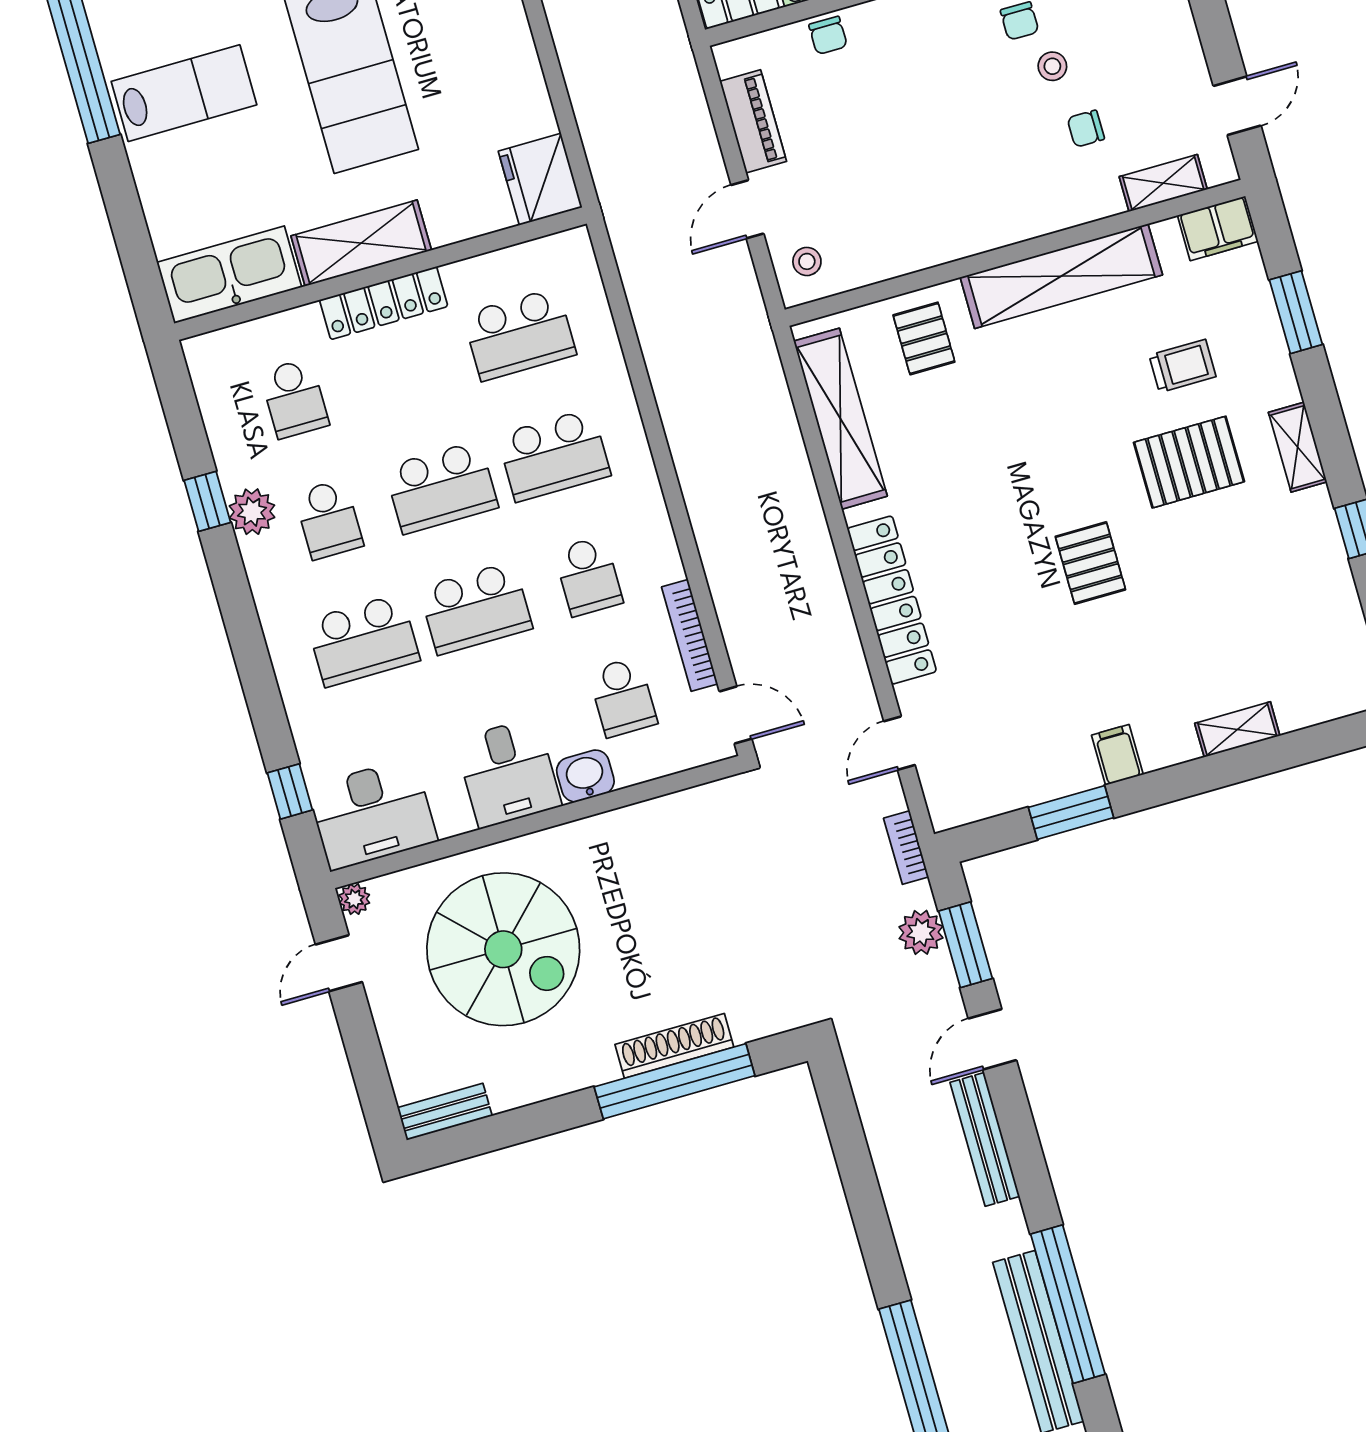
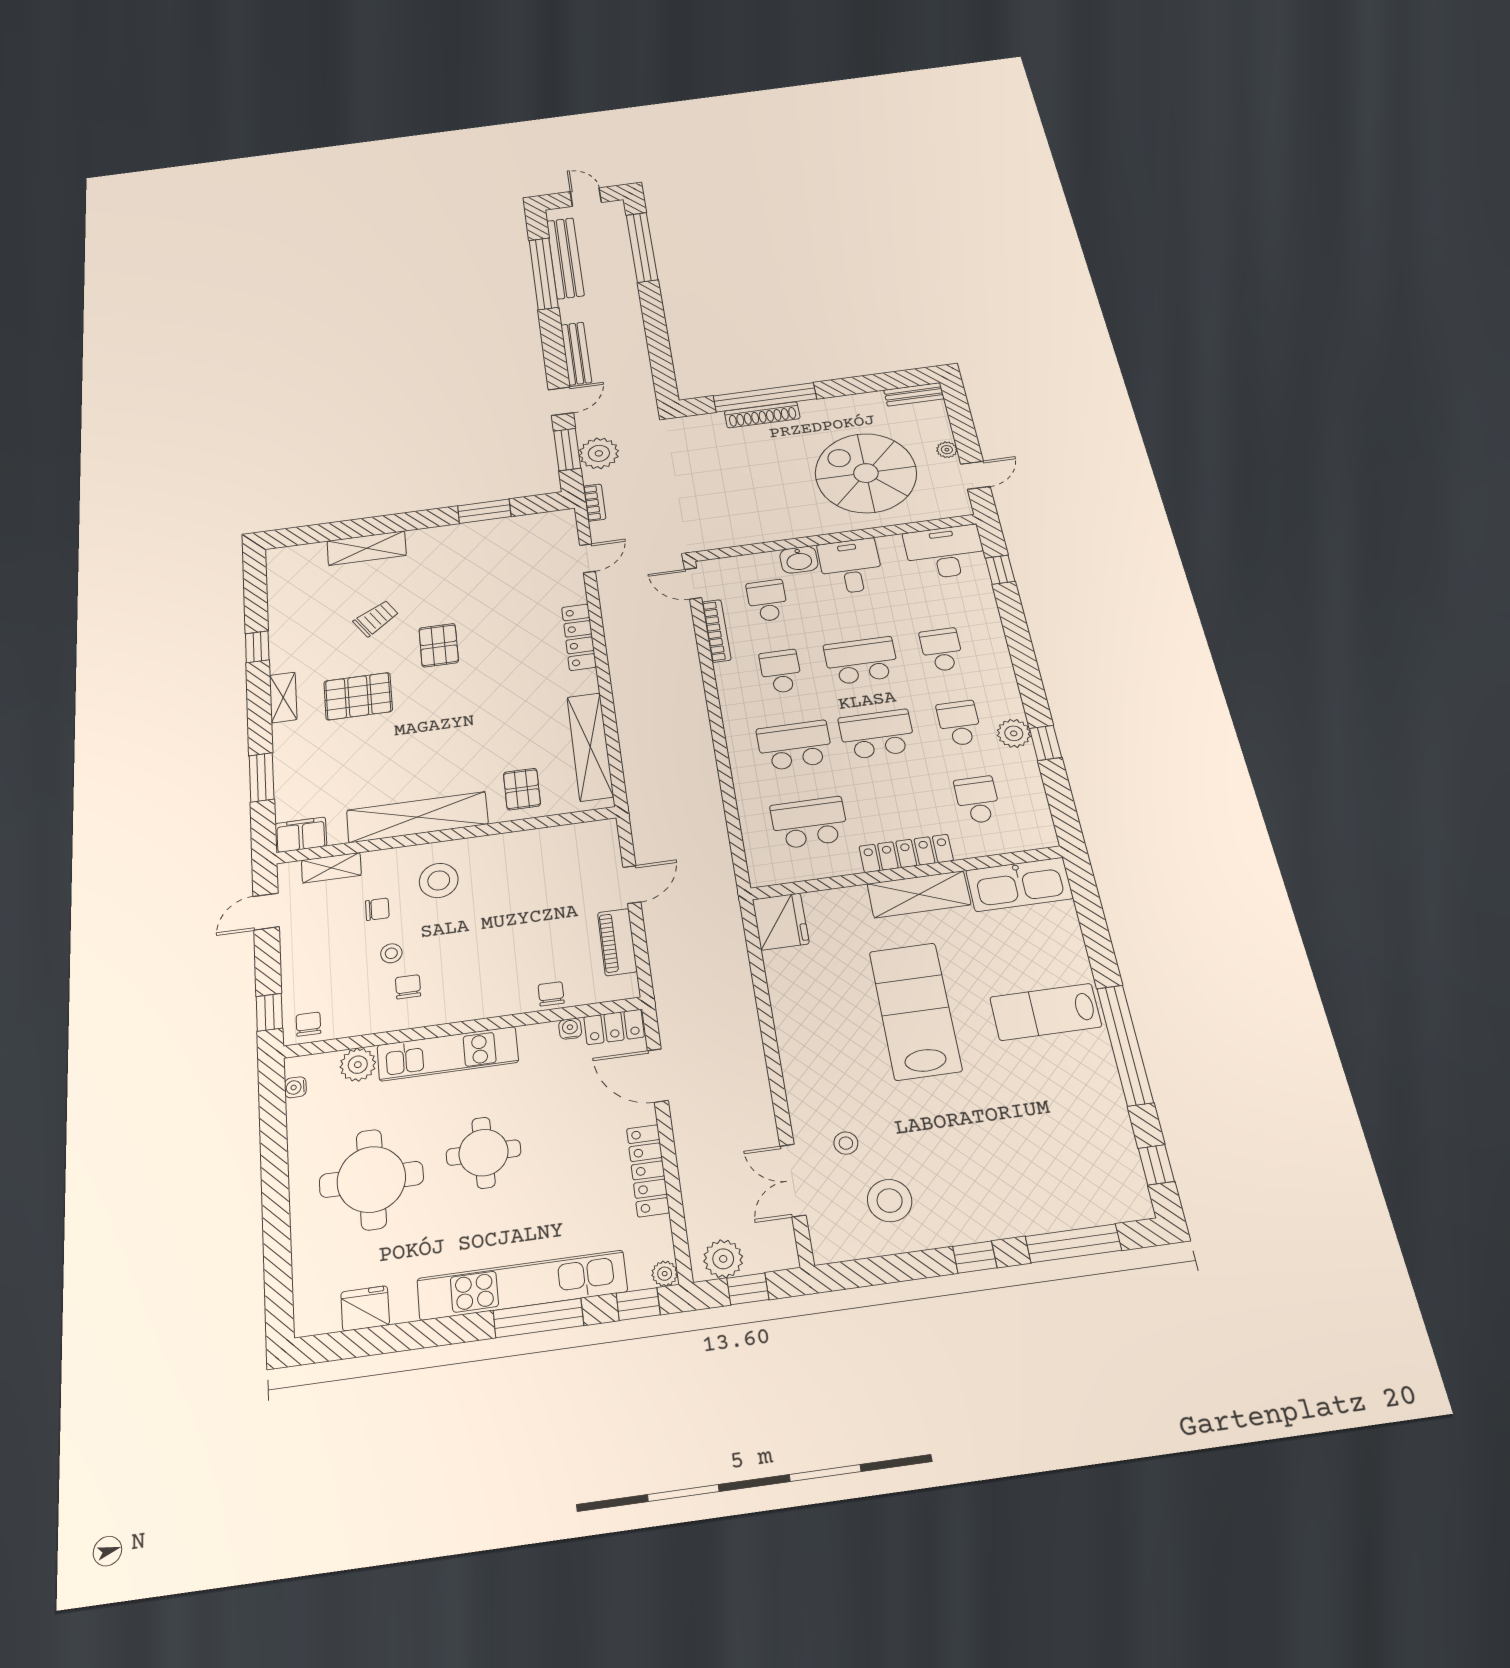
stool: (807, 261) -> (439, 880), moved, width x1.89, depth x1.89
trolley: (1182, 366) -> (376, 618), moved, turned 147
locker: (892, 600) -> (579, 637), width x0.71, depth x0.83
school desk: (363, 640) -> (942, 650), width x0.54
shelving: (1237, 729) -> (367, 548), width x1.50, depth x1.33
filing cabinet: (1117, 755) -> (447, 539), removed
plant: (354, 899) -> (947, 450), moved
plant: (921, 932) -> (599, 453), width x1.36, depth x1.36

